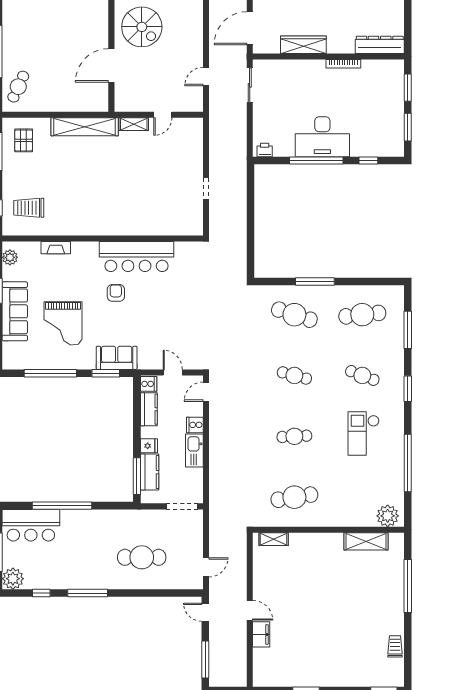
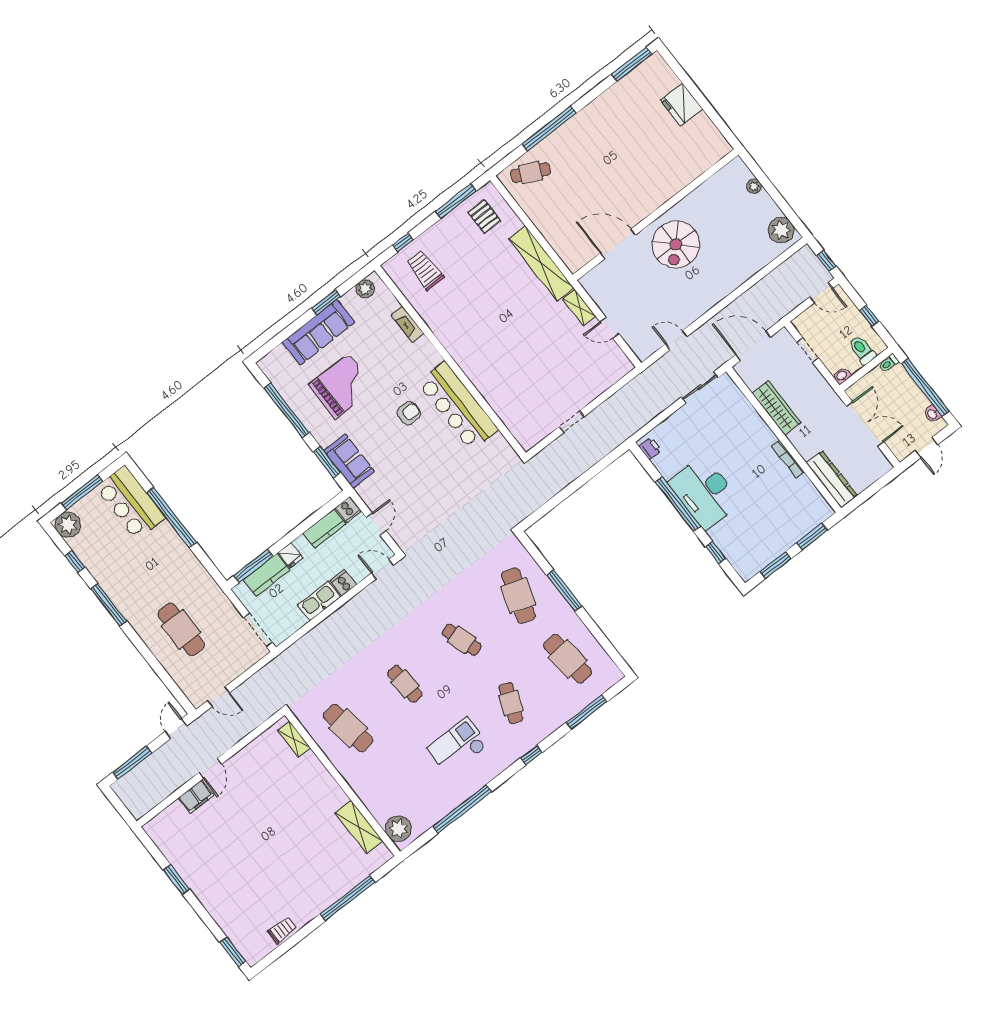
pallet: (24, 140) -> (484, 217), turned 90
grand piano: (63, 323) -> (342, 386), turned 180
cafe table: (294, 375) -> (462, 640), turned -33
window: (408, 389) -> (531, 755), width x0.67

